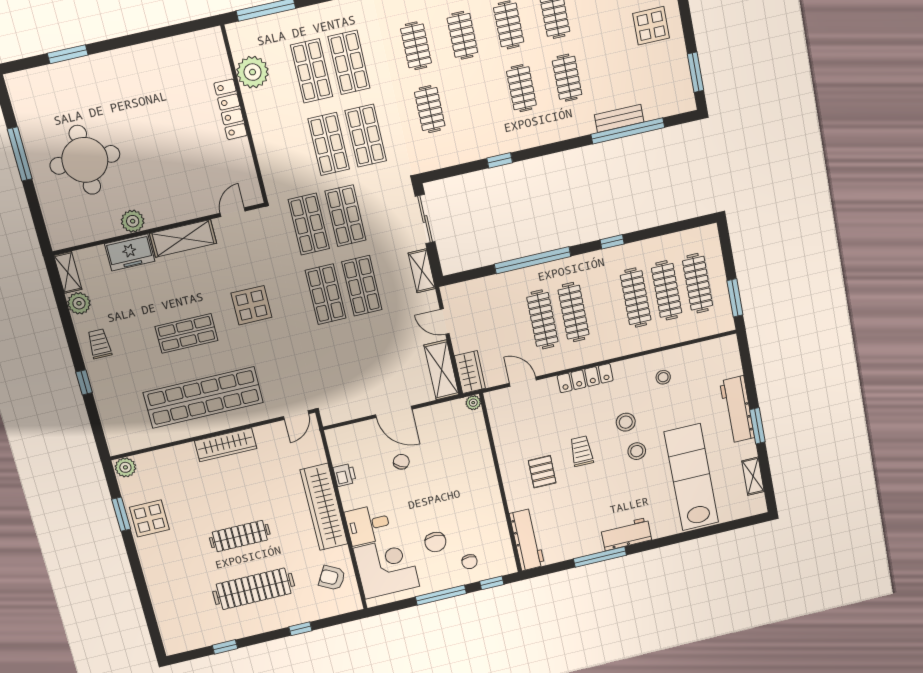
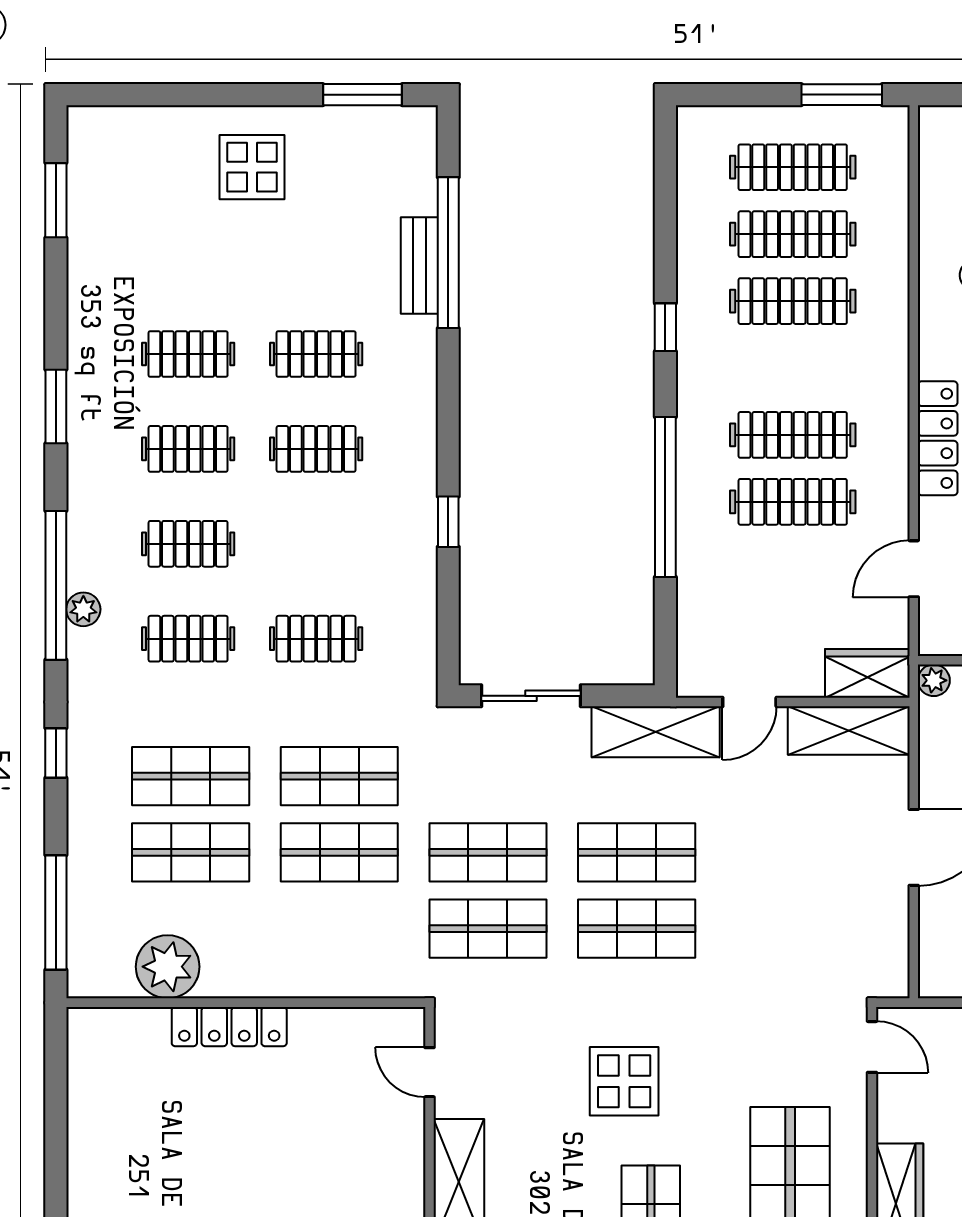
shelving: (422, 271) -> (656, 732), width x1.50, depth x1.33

